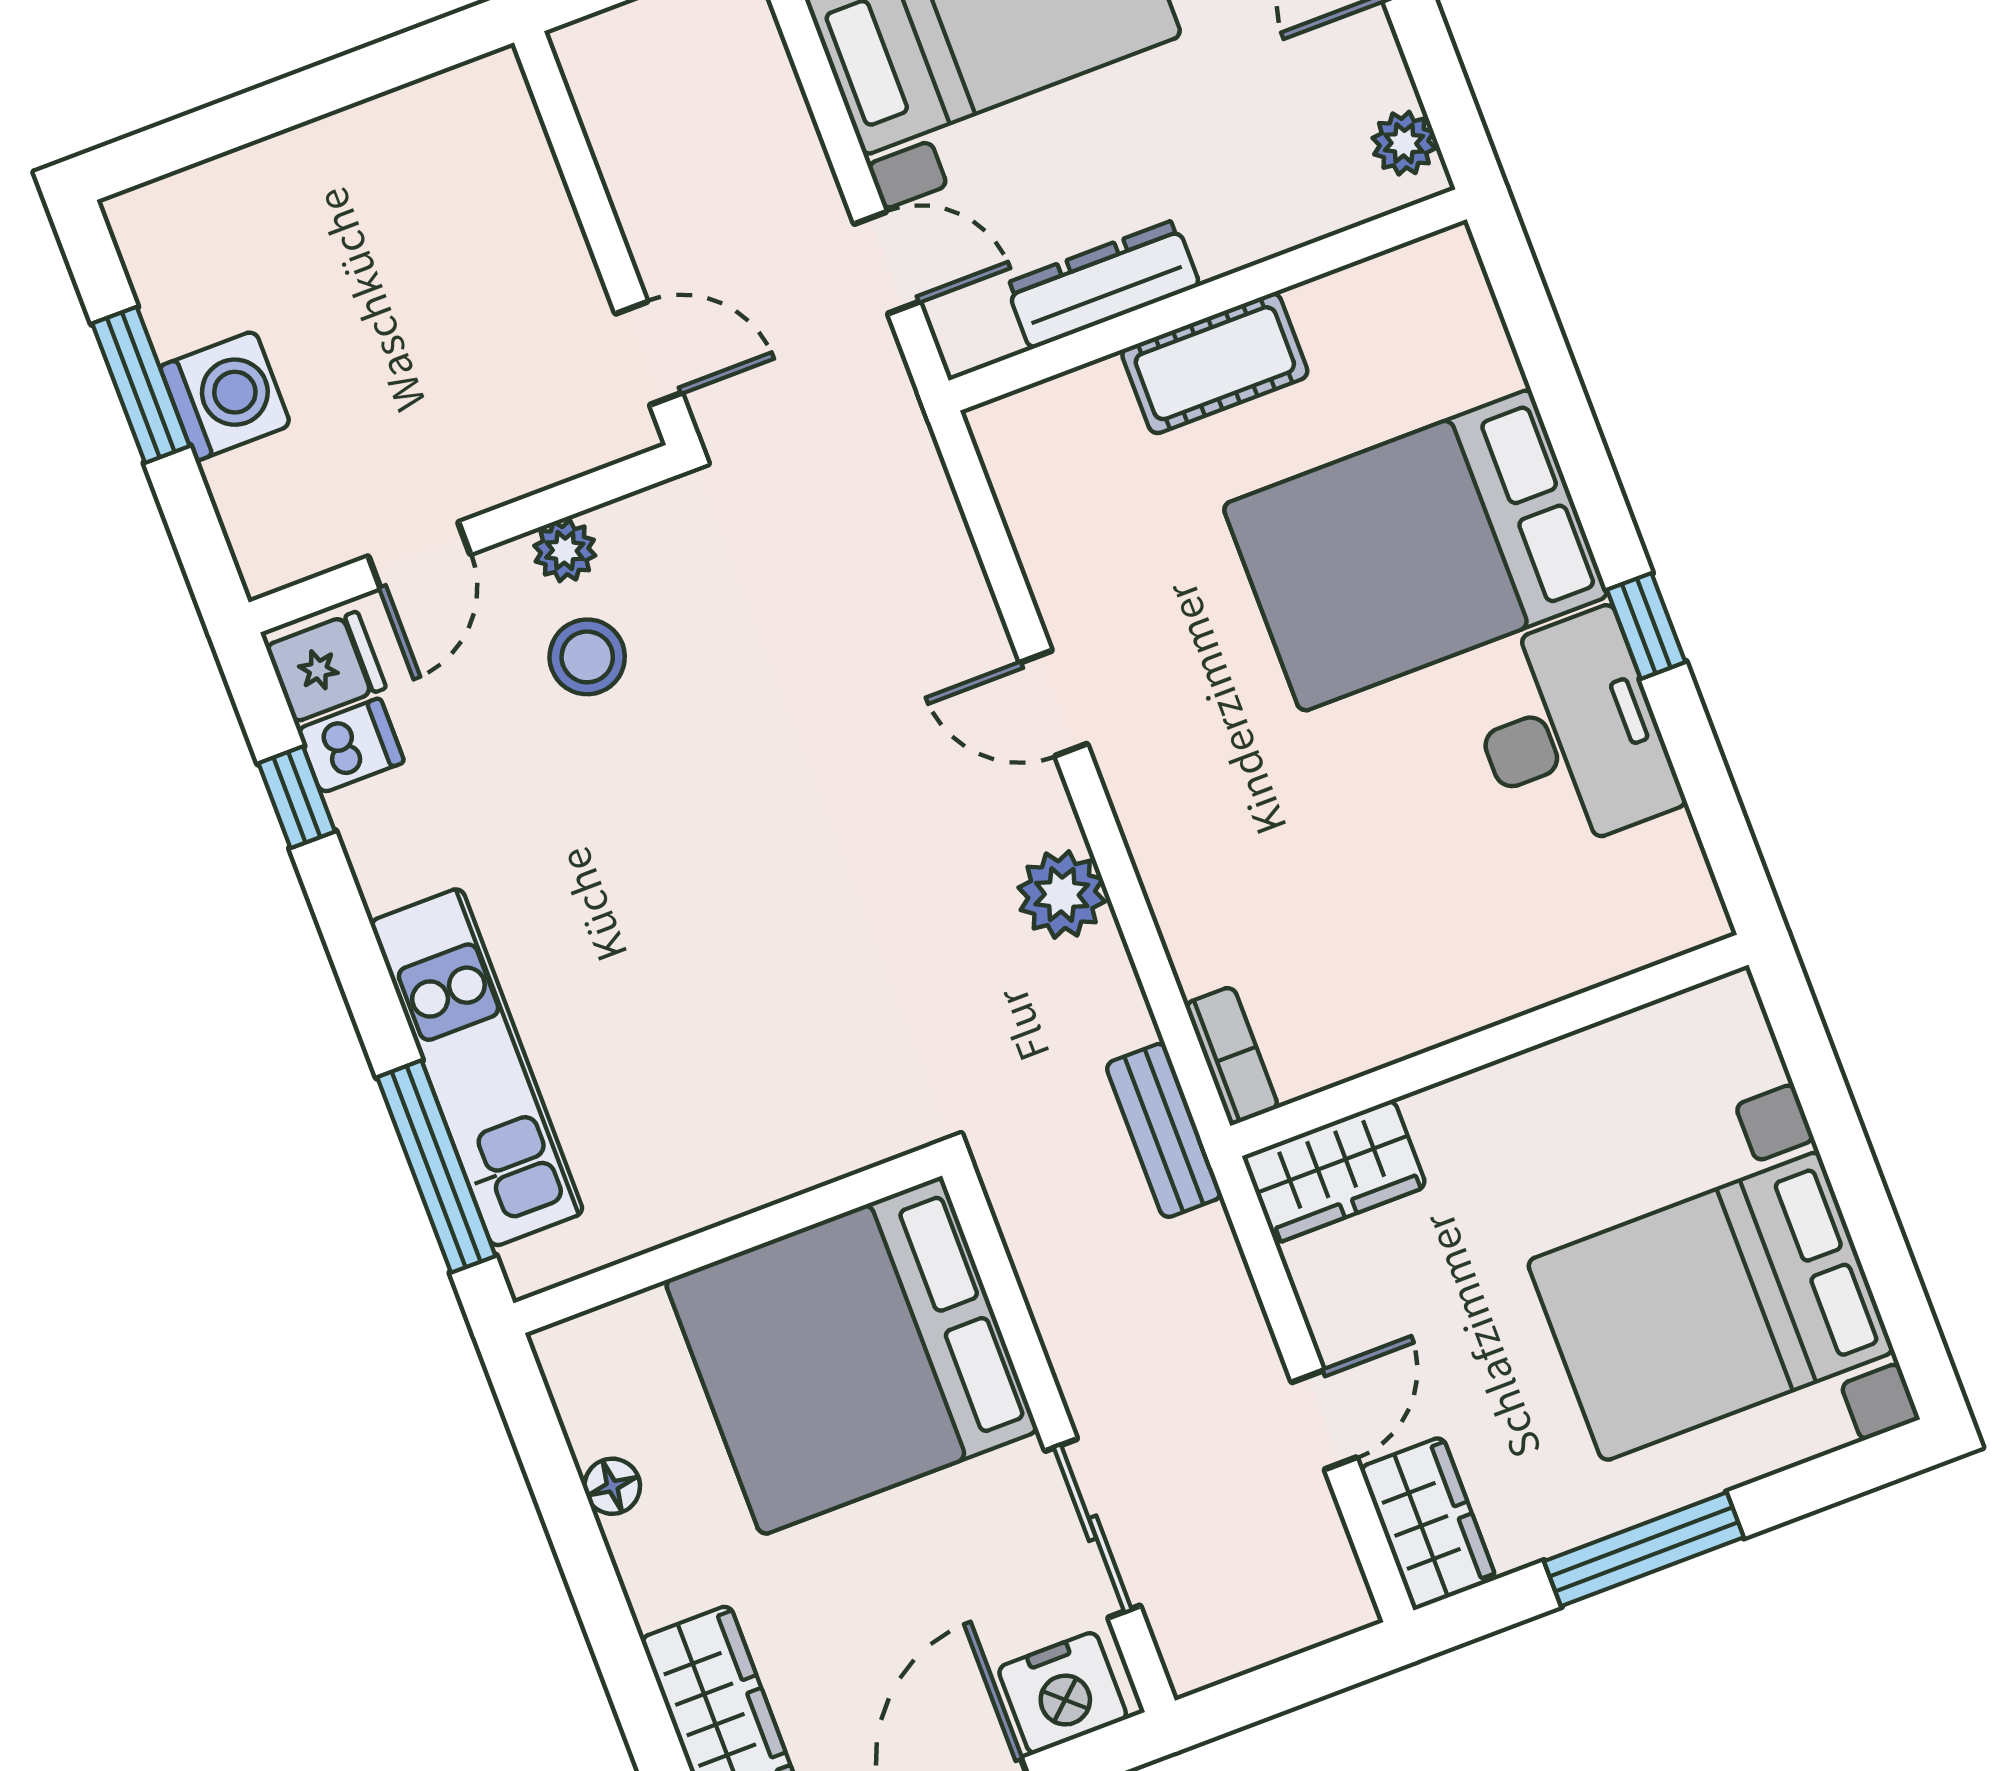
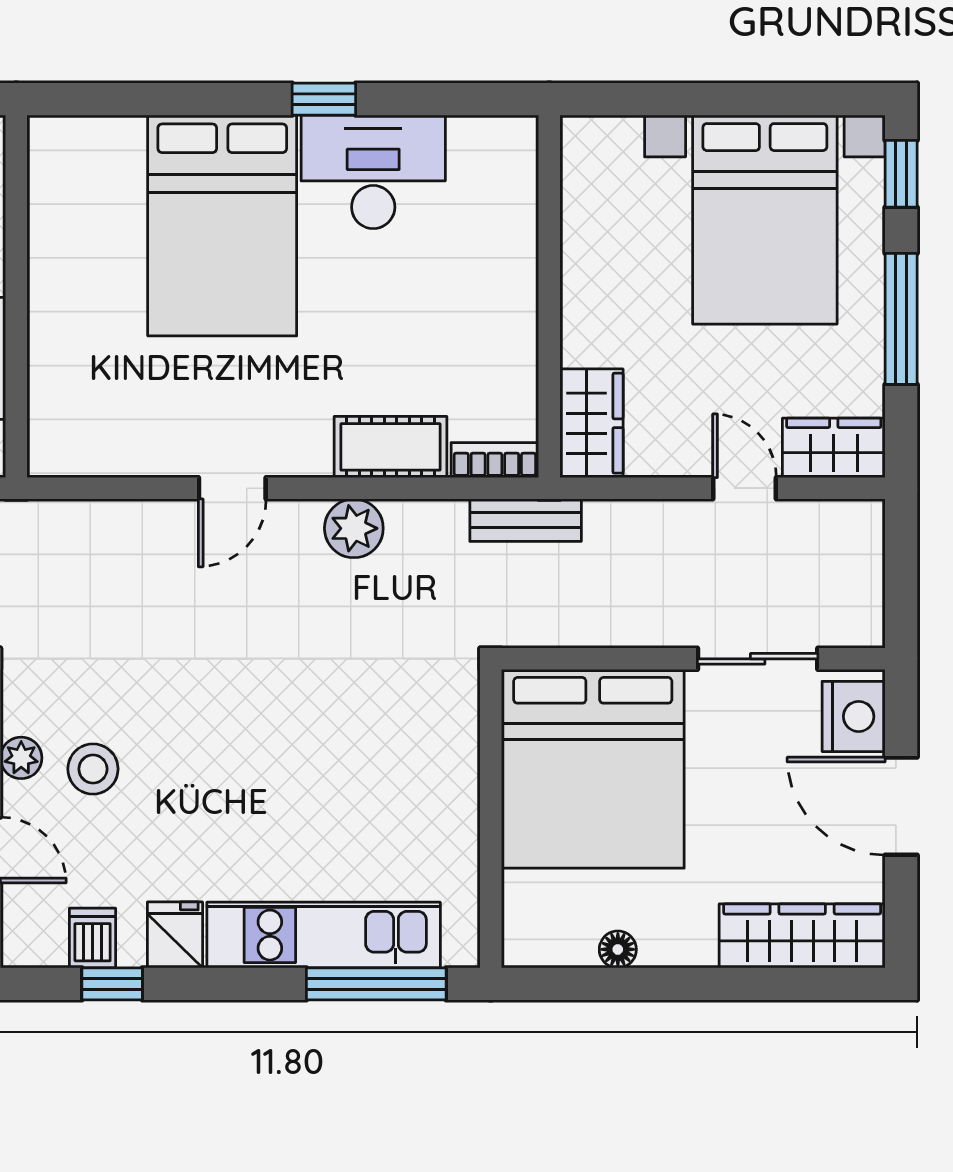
cot: (1215, 363) -> (390, 447), moved, turned 90
fridge: (326, 667) -> (175, 935), moved
window: (1847, 1473) -> (901, 174), added

